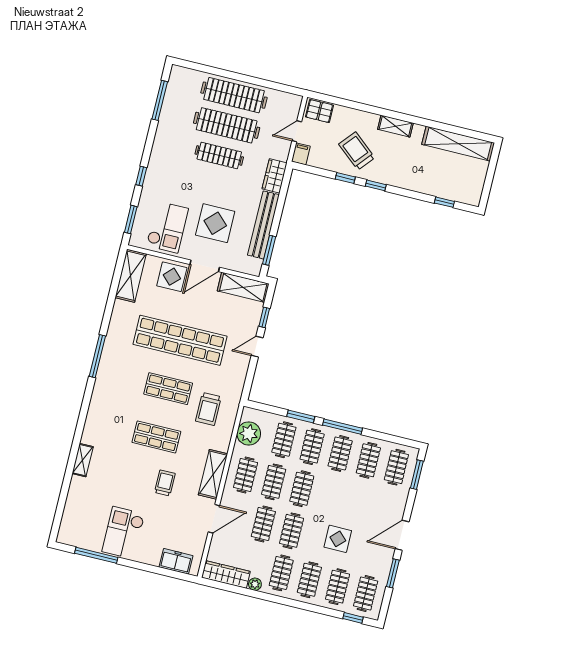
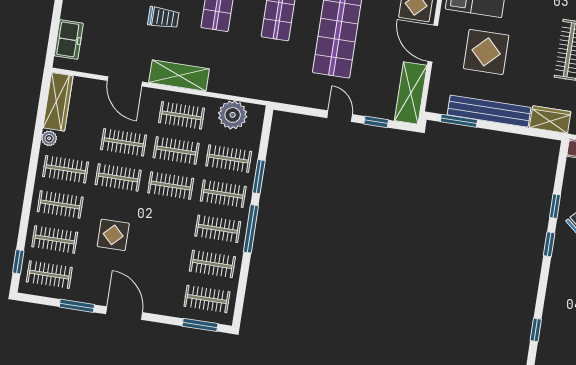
trolley: (208, 409) -> (258, 63), removed

